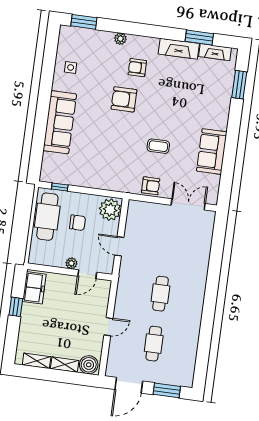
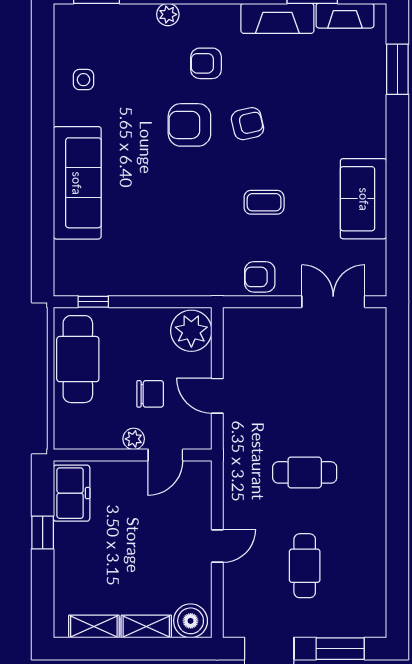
armchair: (155, 103) -> (248, 124), added
armchair: (151, 186) -> (260, 277), turned 180
chair: (77, 223) -> (150, 394), moved
cafe table: (160, 294) -> (305, 472), turned 90

